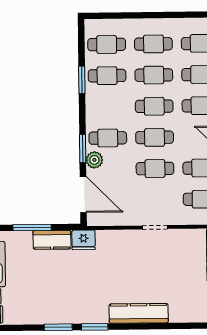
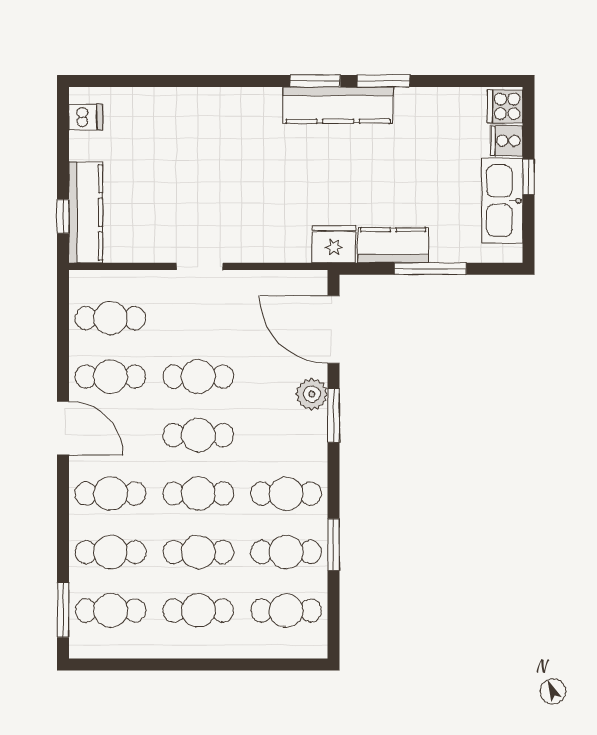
cafe table: (108, 138) -> (286, 494), moved
kitchen counter: (139, 313) -> (338, 105), moved

